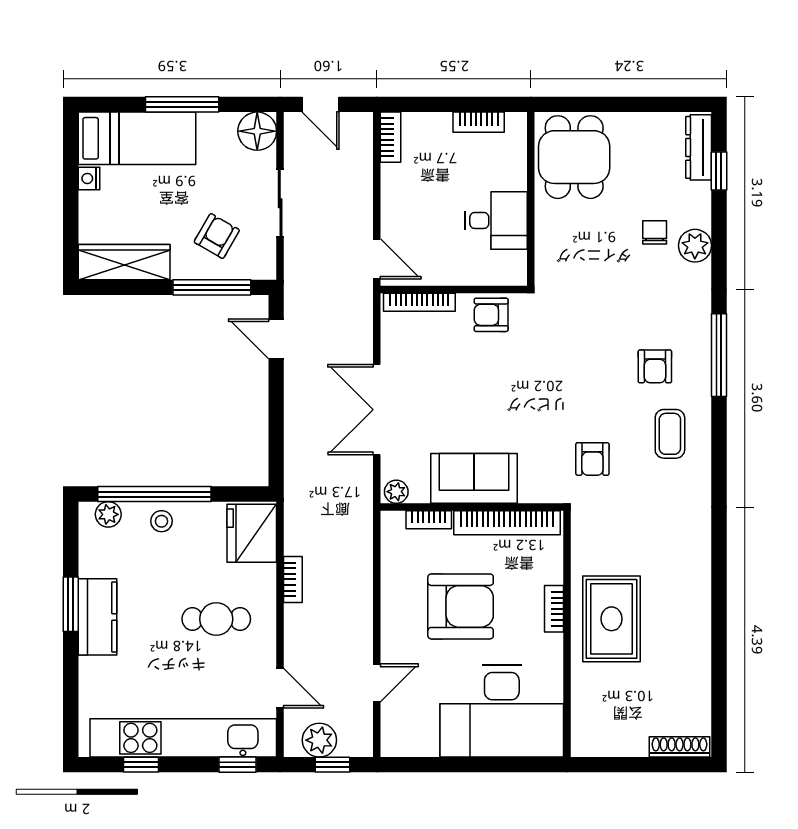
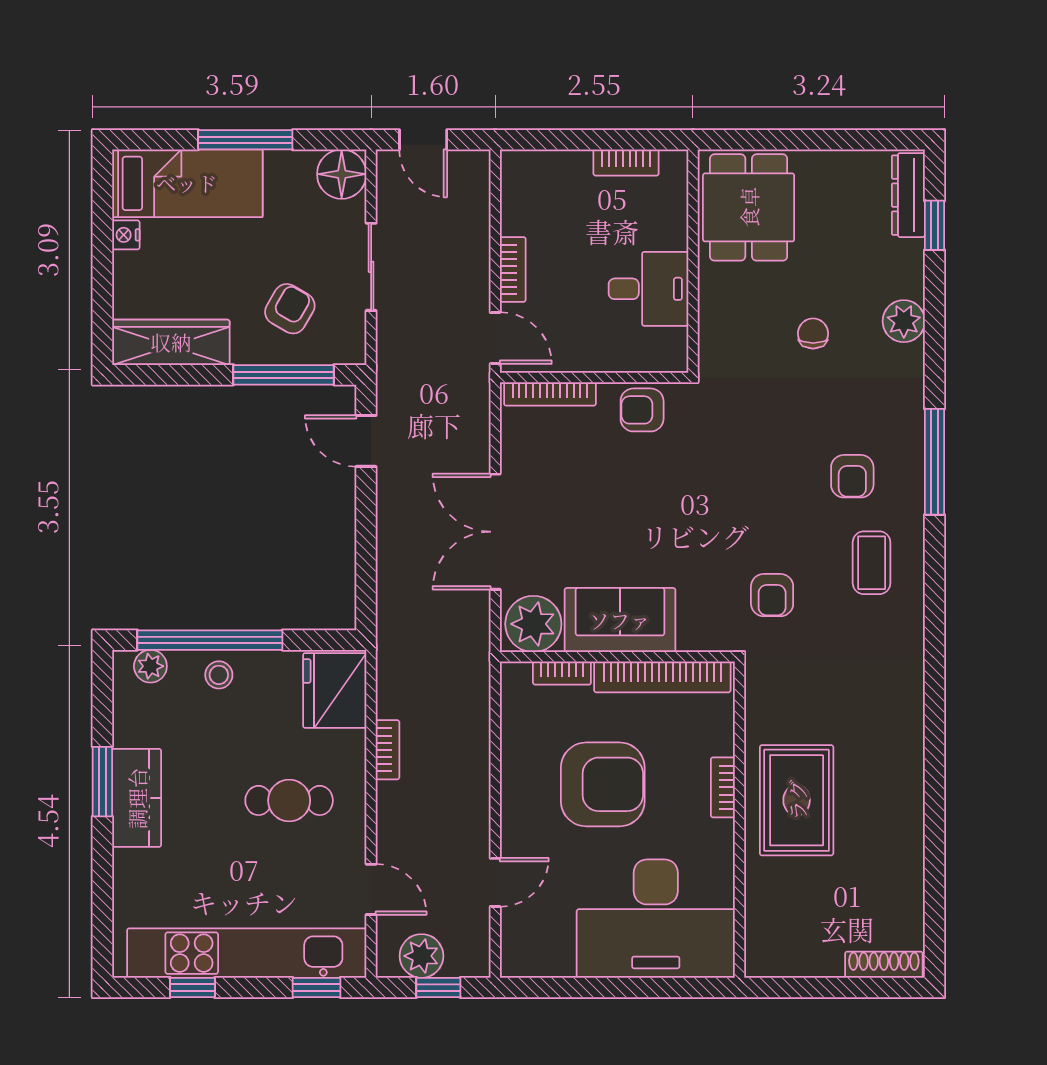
bookcase: (390, 137) -> (513, 269), moved
chair: (655, 232) -> (813, 333), moved
plant: (396, 492) -> (533, 624), width x1.88, depth x1.88

